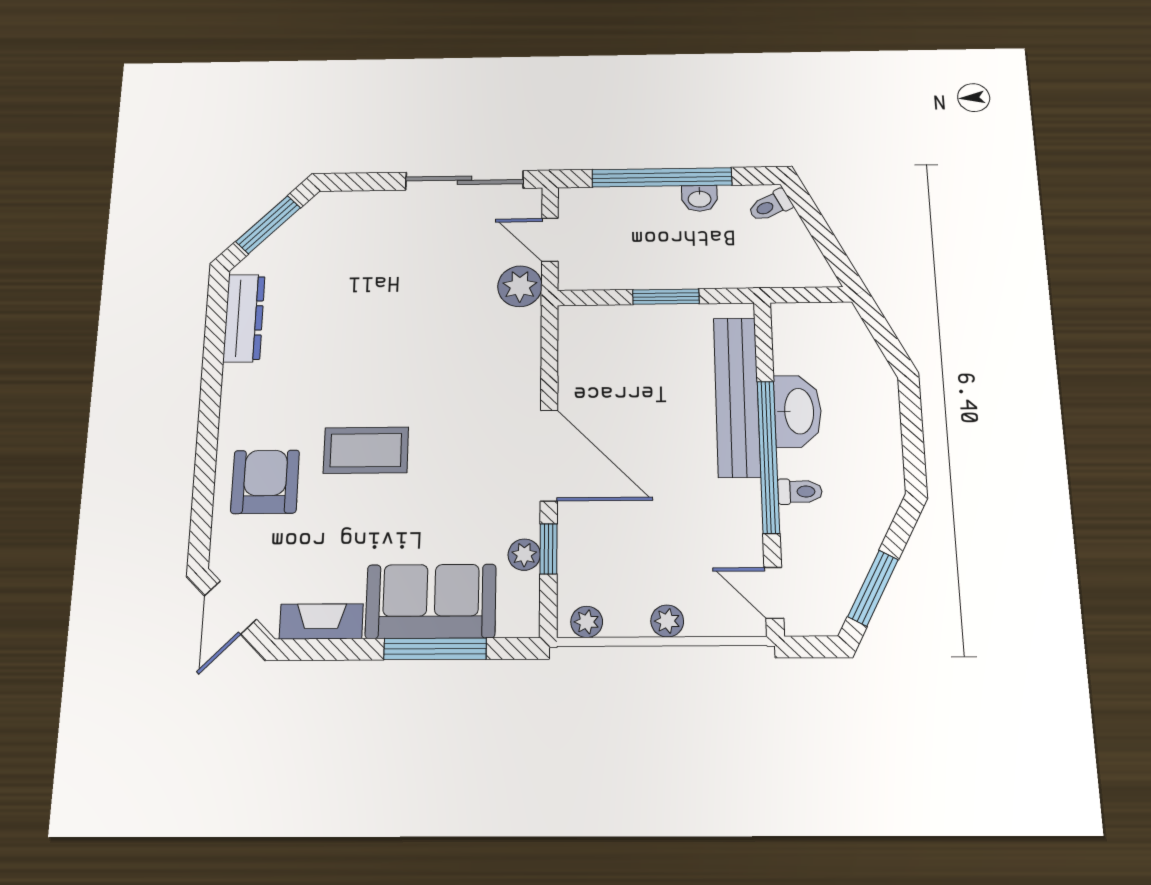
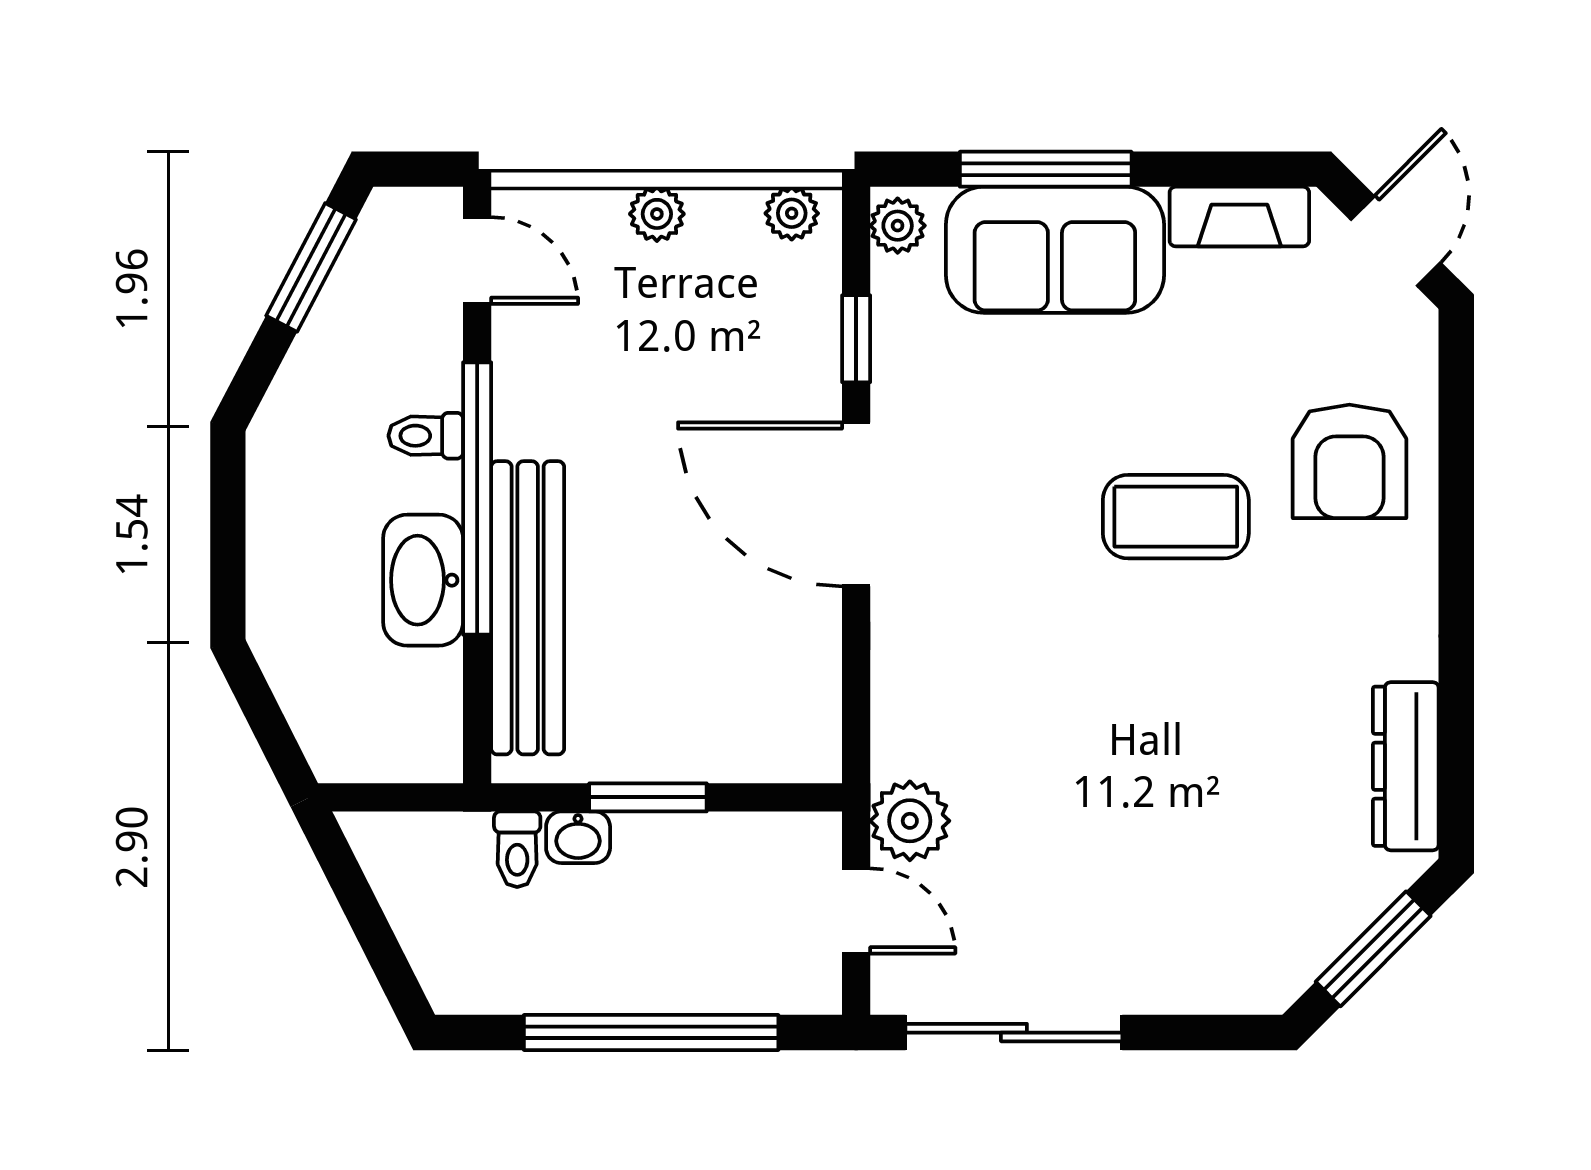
washbasin: (700, 198) -> (578, 837), moved, turned 180
toilet: (770, 206) -> (517, 849), moved, turned 117
plant: (524, 555) -> (898, 226), moved

